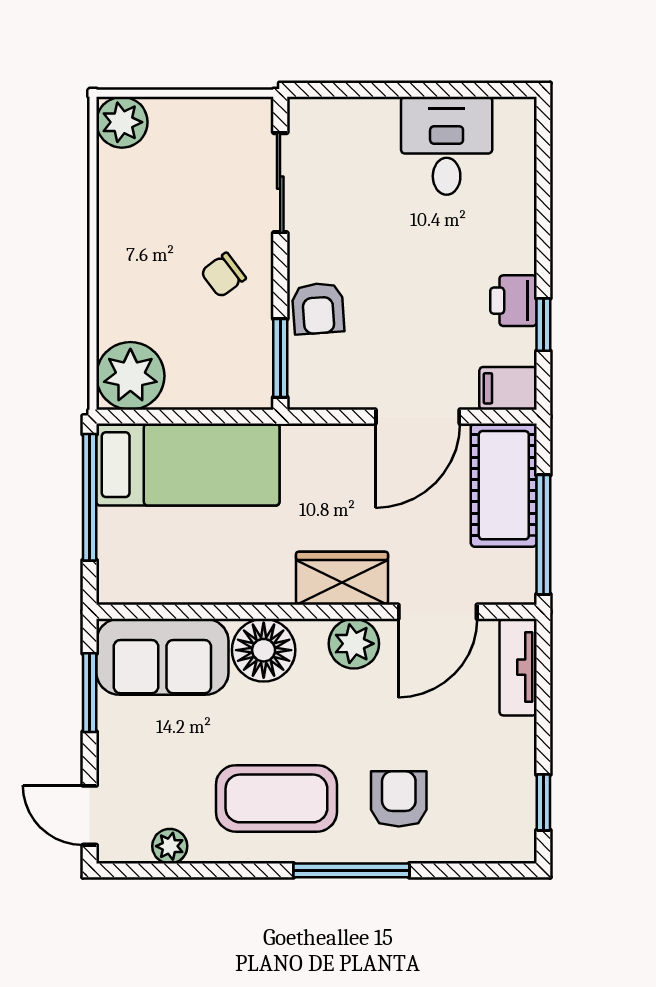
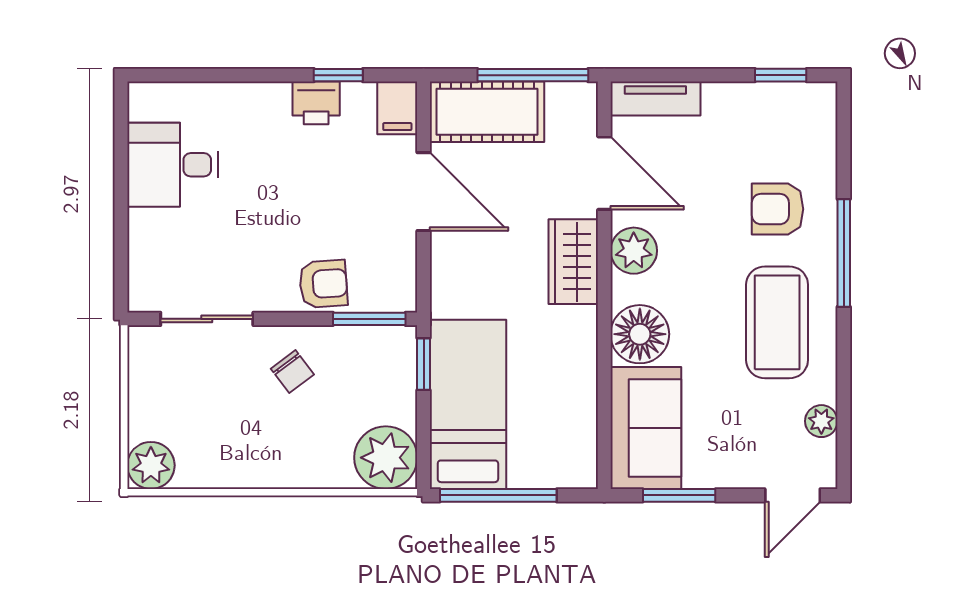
window: (231, 417) -> (424, 364), added

